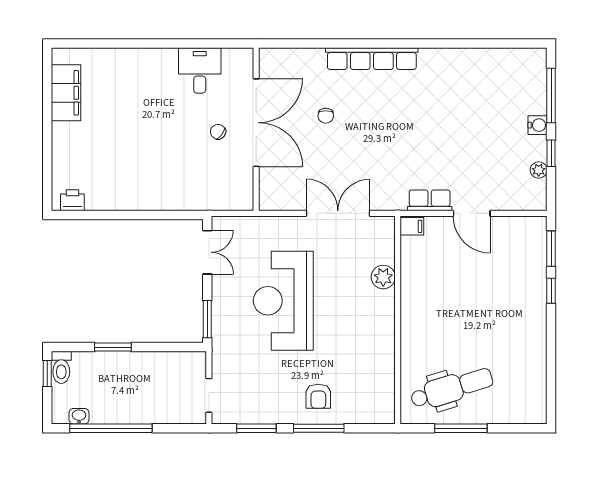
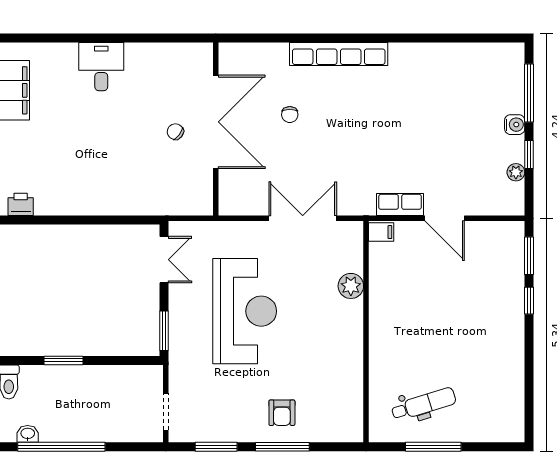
desk: (200, 70) -> (101, 67), moved
reception desk: (283, 301) -> (245, 311), turned 180
dental chair: (452, 388) -> (424, 404), width x0.73, depth x0.72

